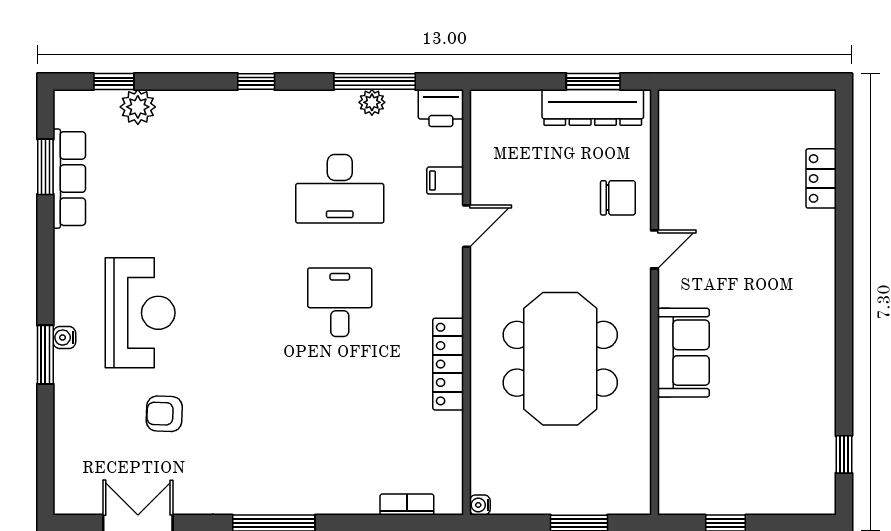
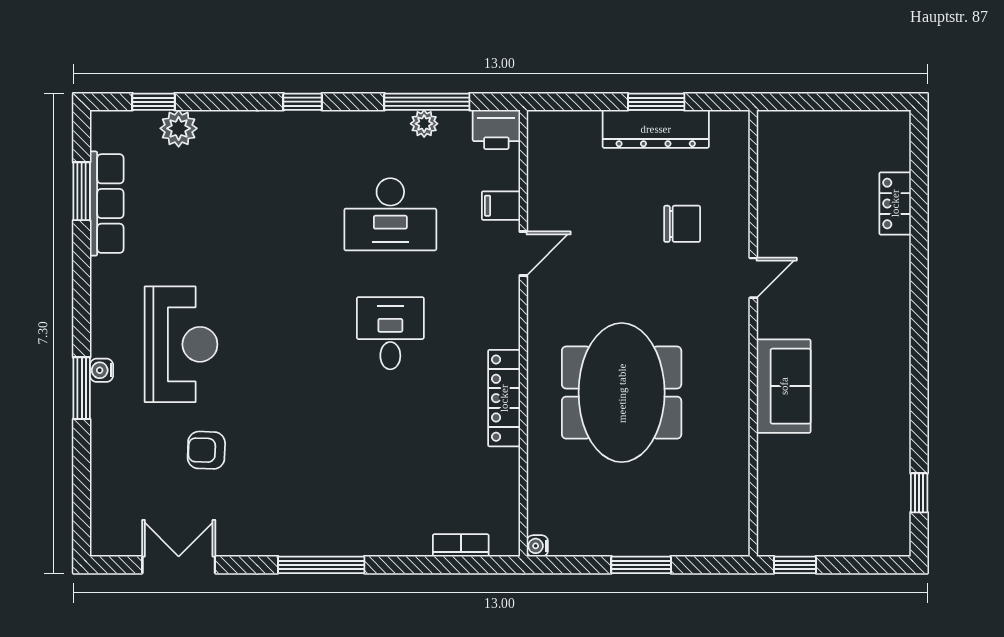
door: (654, 249) -> (753, 278), moved
wall: (654, 302) -> (753, 333), moved
sofa: (683, 353) -> (784, 386), moved

